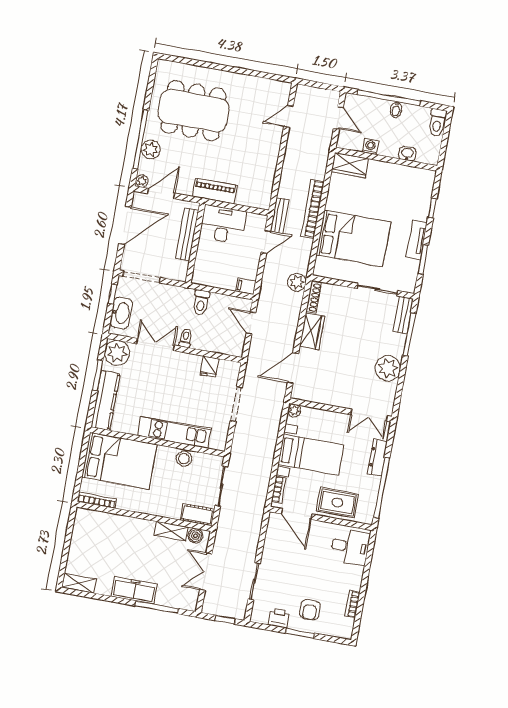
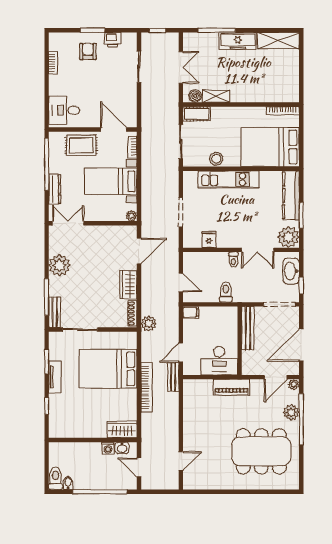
bidet: (396, 110) -> (68, 483), moved
washbasin: (407, 154) -> (122, 448), moved
bench: (187, 234) -> (248, 328), moved
shelving: (79, 583) -> (278, 41), width x1.50, depth x1.33

